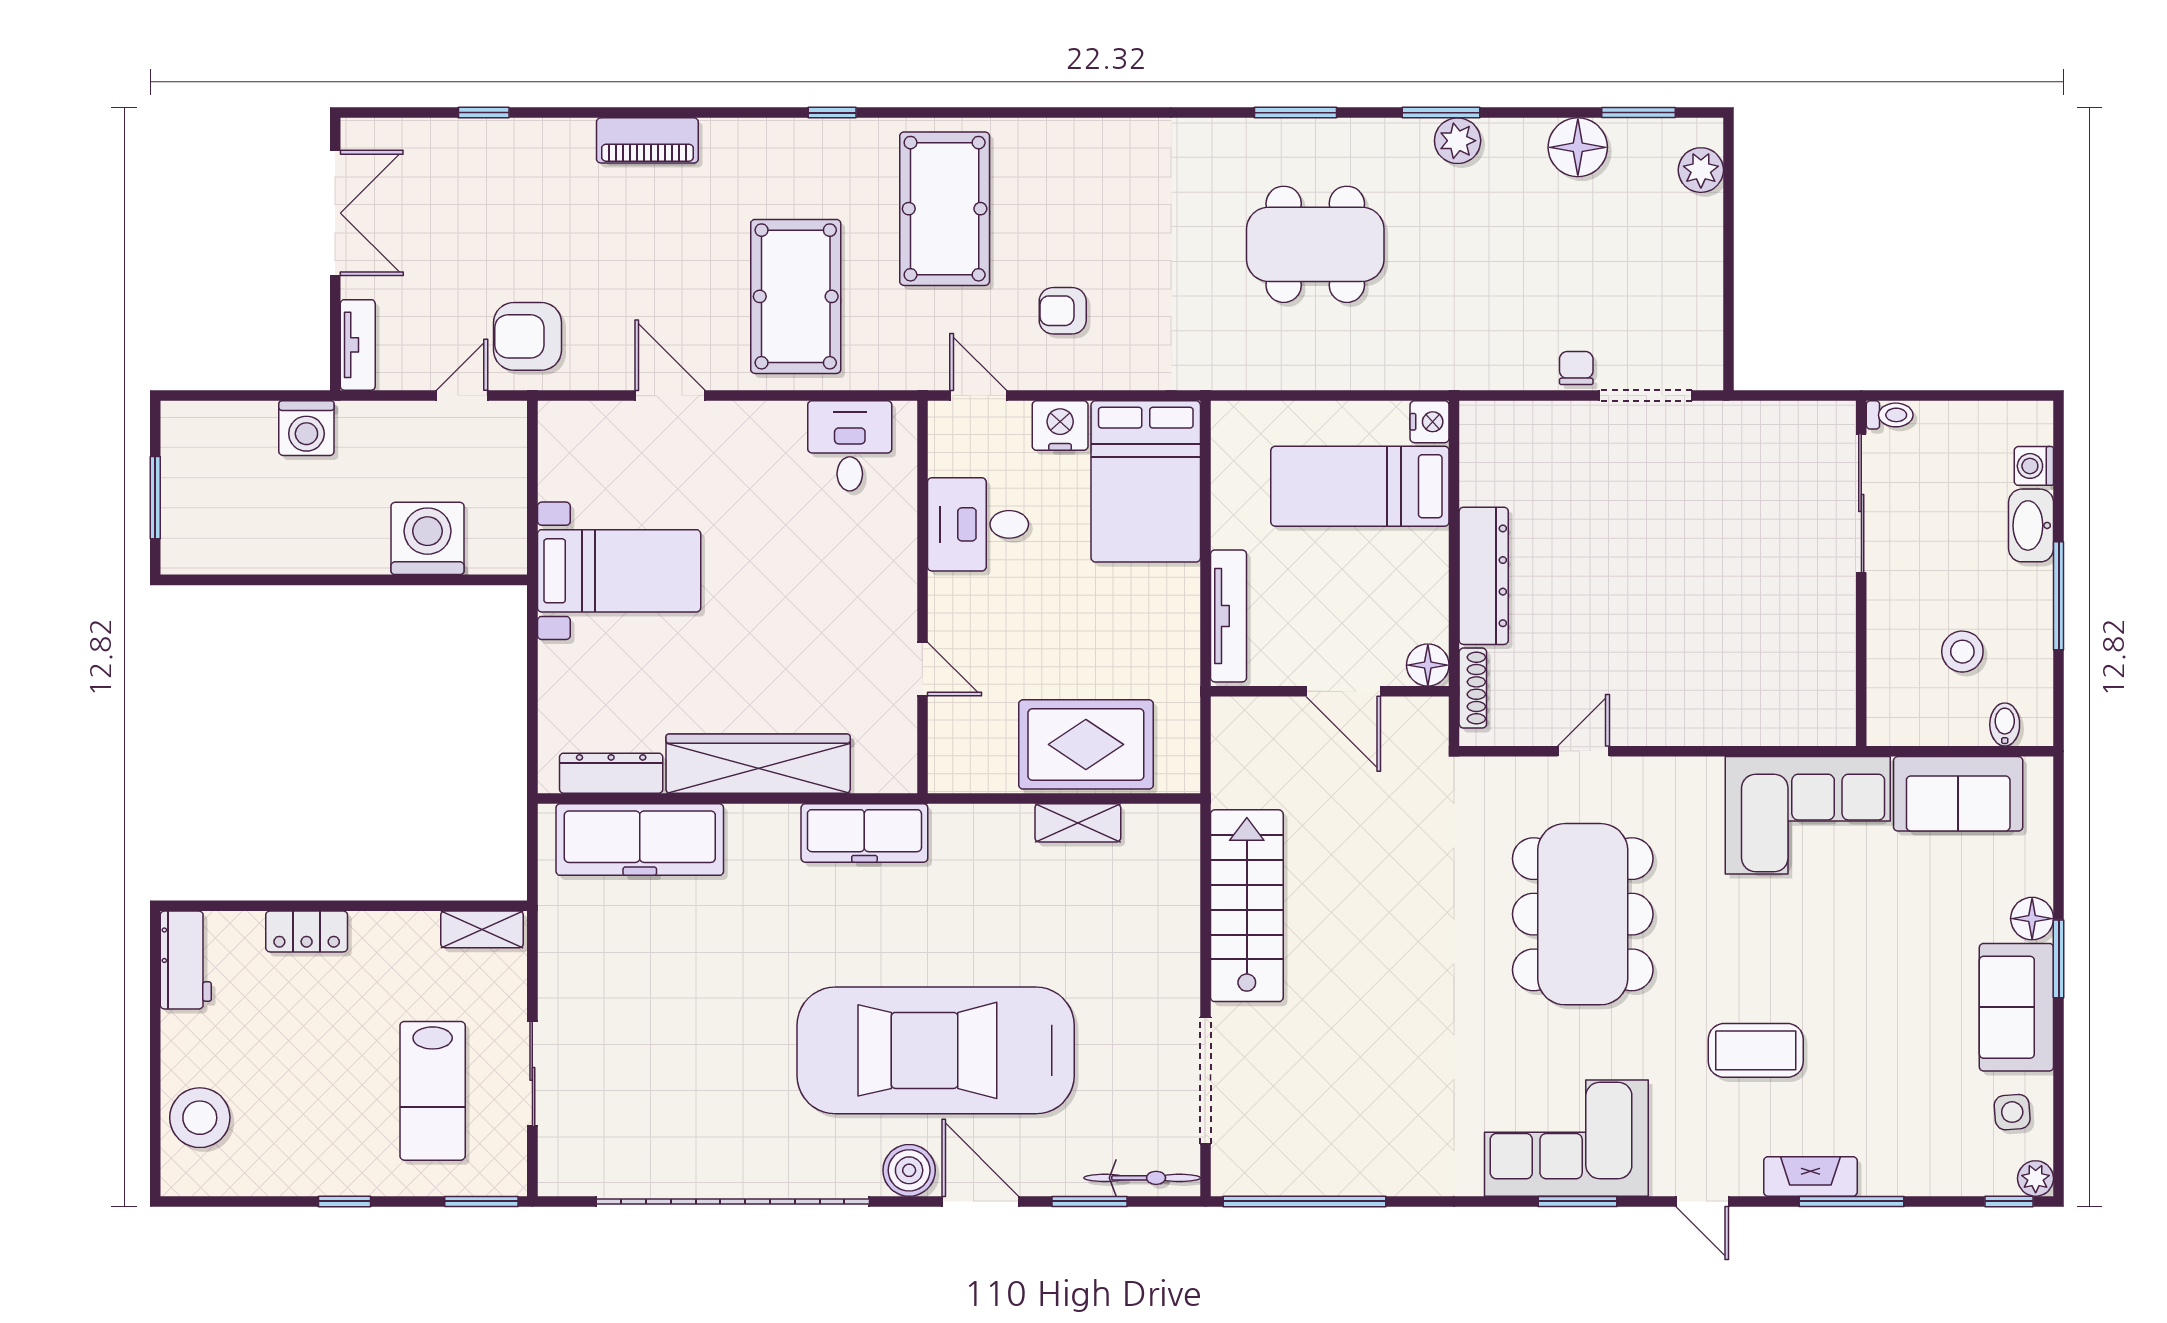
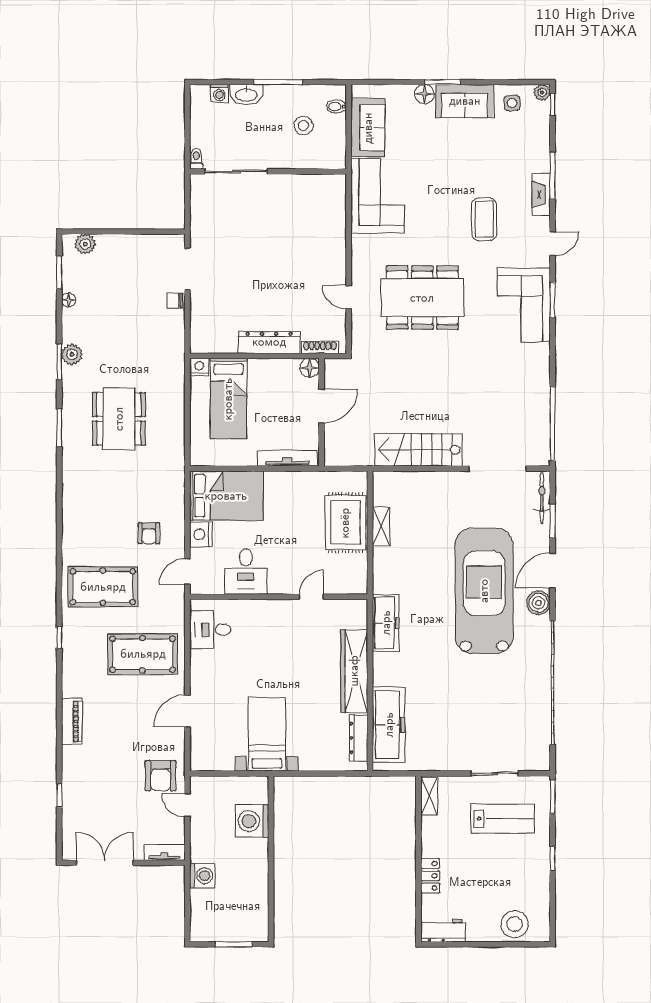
floor lamp: (1578, 147) -> (69, 300), width x0.53, depth x0.53
car: (936, 1050) -> (484, 591), turned 180

